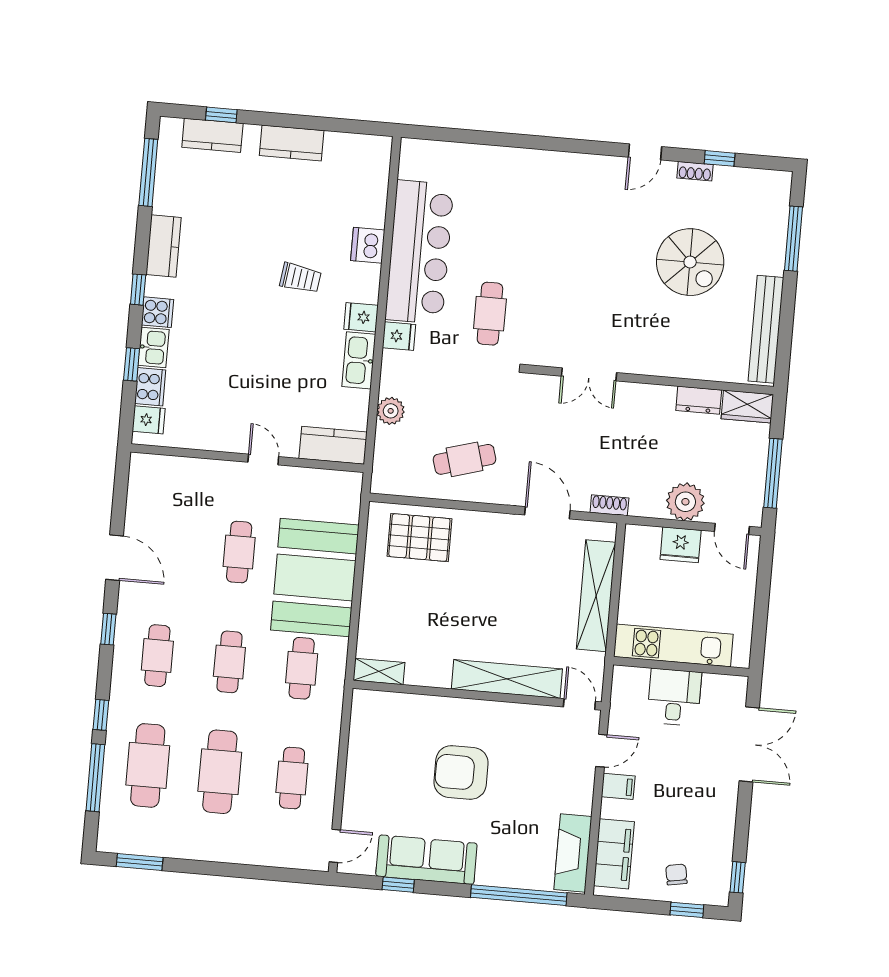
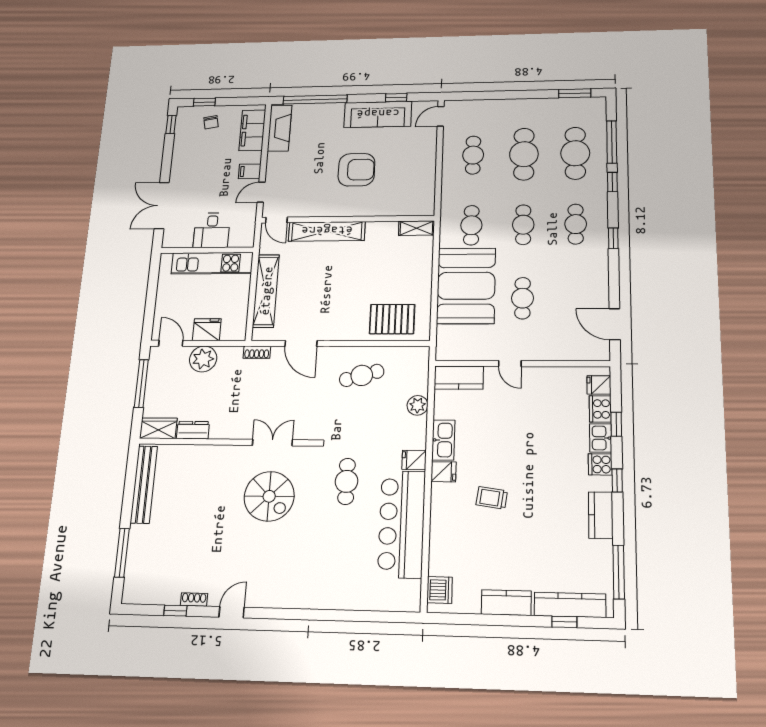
kitchen counter: (212, 135) -> (570, 605), width x1.50
dishwasher: (368, 245) -> (440, 590), moved
spiral stairs: (690, 262) -> (269, 496), moved, turned 180
door: (115, 558) -> (615, 324), moved

